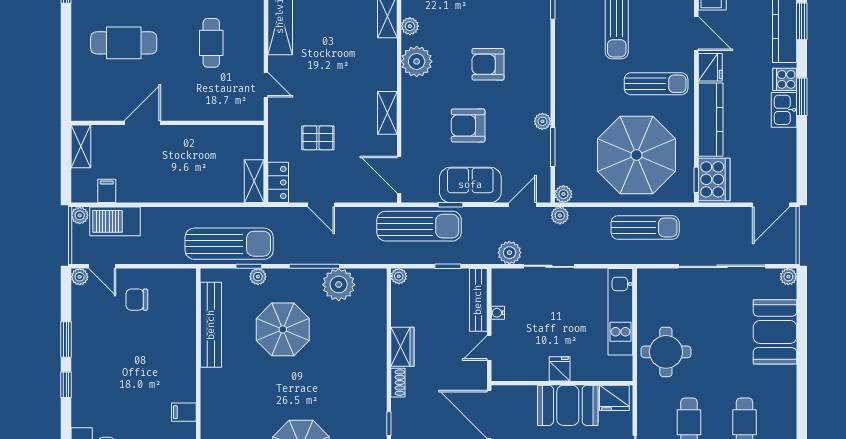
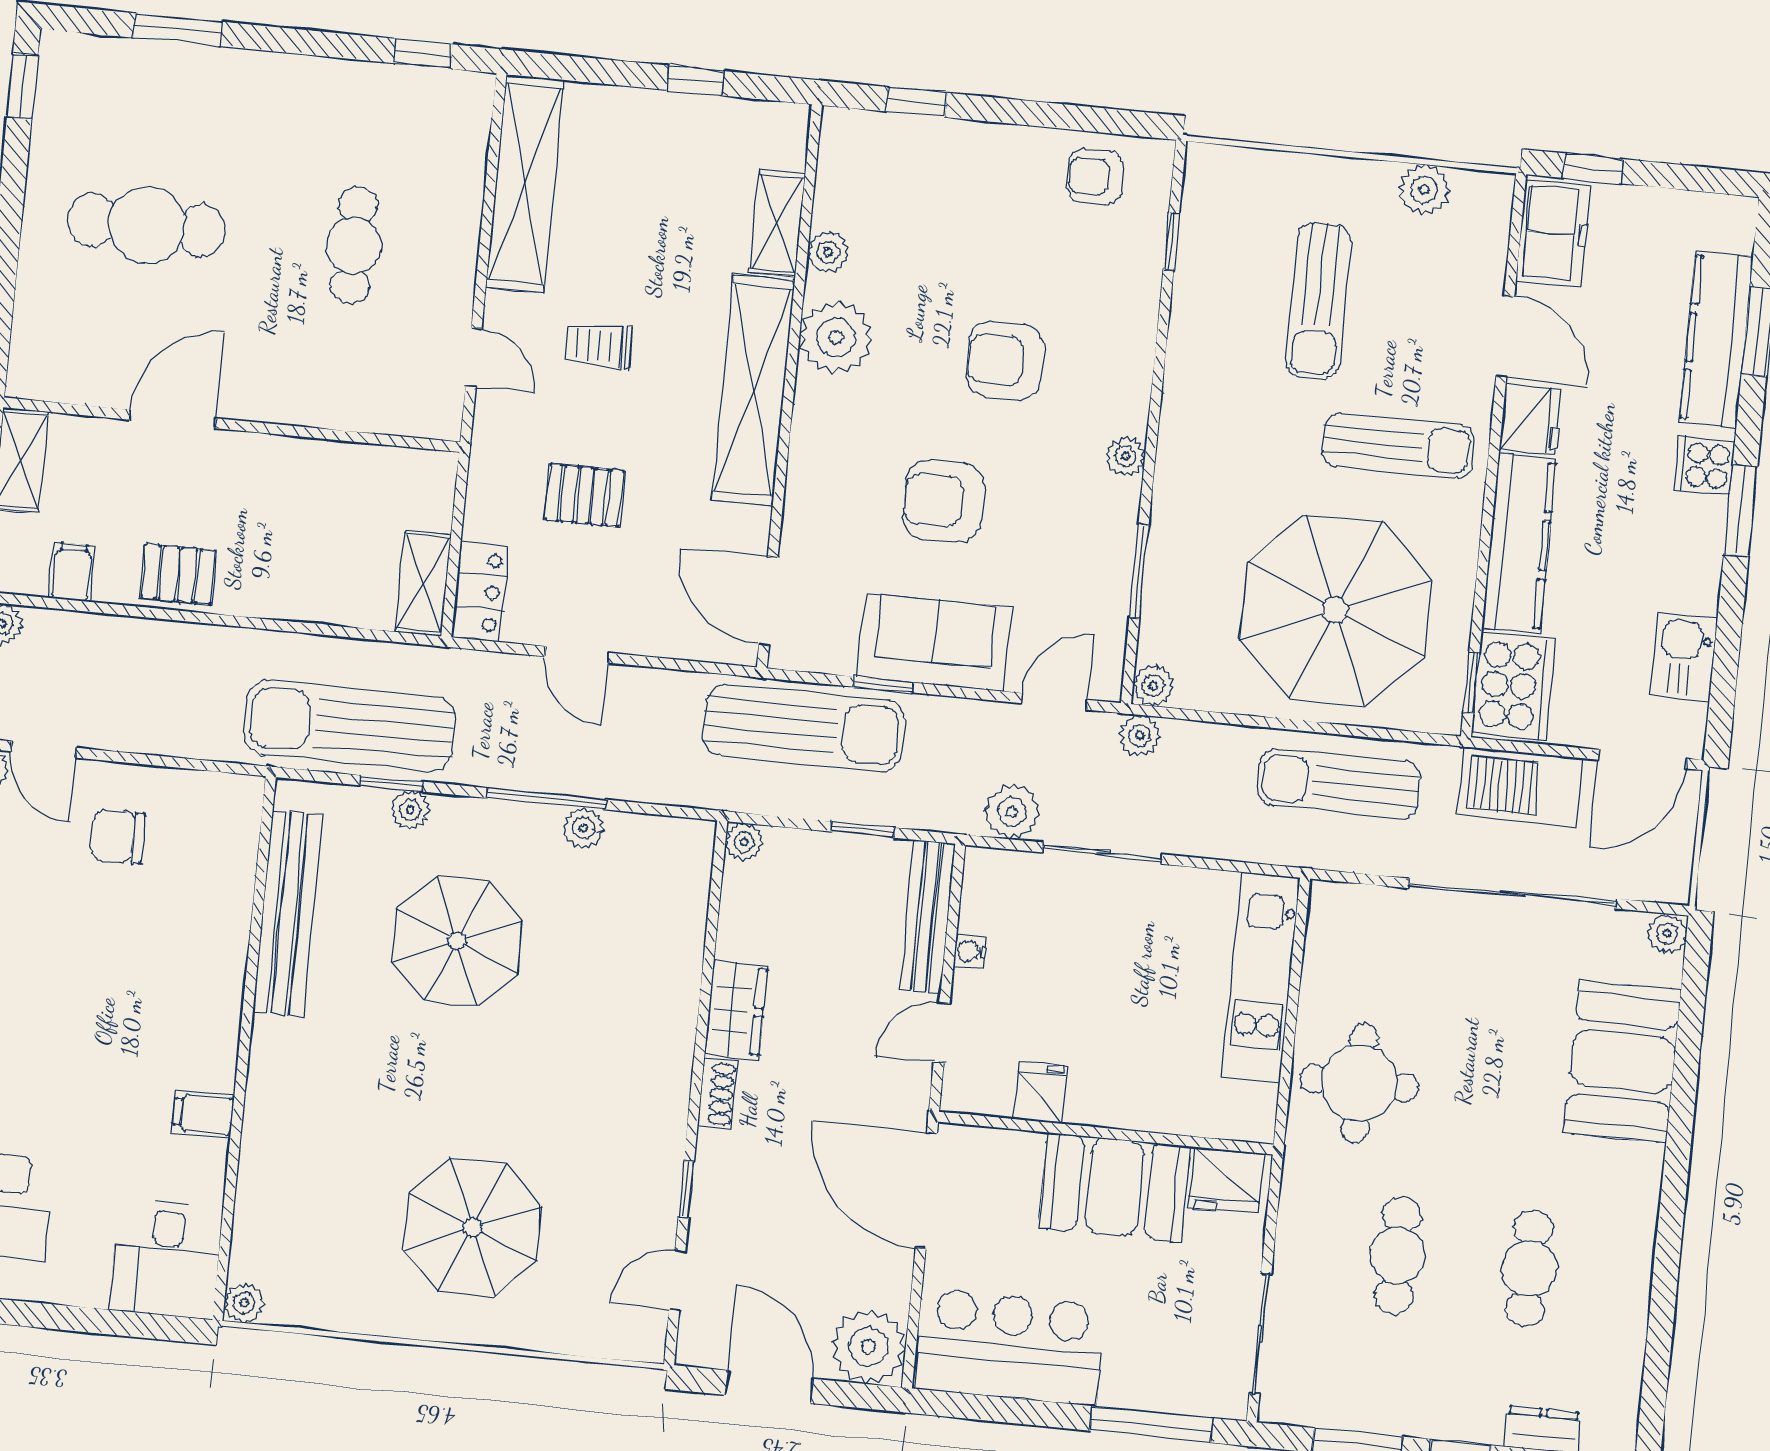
trolley: (318, 74) -> (599, 345), added
kitchen sink: (784, 110) -> (1684, 656), moved
shelving: (387, 113) -> (753, 390), width x2.20, depth x1.33
plant: (542, 121) -> (1125, 456), moved
pallet: (151, 187) -> (178, 574), added
barbecue: (115, 221) -> (1521, 787), moved
sun lounger: (645, 227) -> (1339, 784), turned 180
sun lounger: (229, 244) -> (350, 726), turned 180
plant: (339, 285) -> (583, 828), width x0.53, depth x0.53
fridge: (560, 369) -> (1040, 1093), moved

